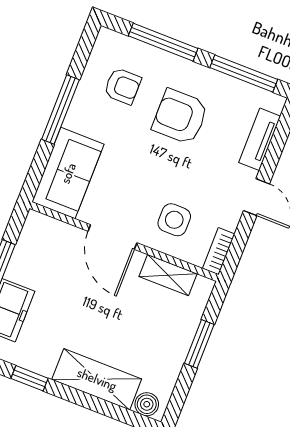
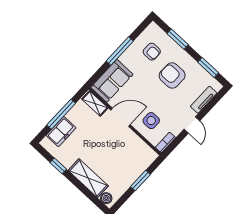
window: (163, 42) -> (178, 39), width x0.69
window: (244, 74) -> (208, 67), width x0.69
door: (112, 237) -> (120, 117), swing flipped
shelving: (168, 275) -> (95, 104), moved

